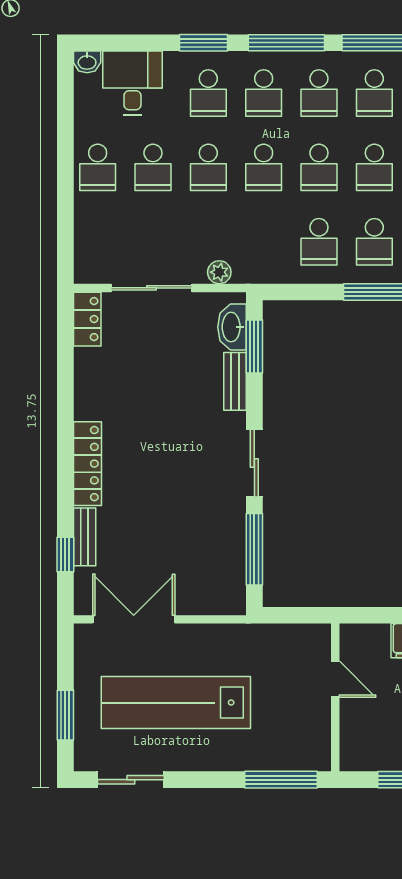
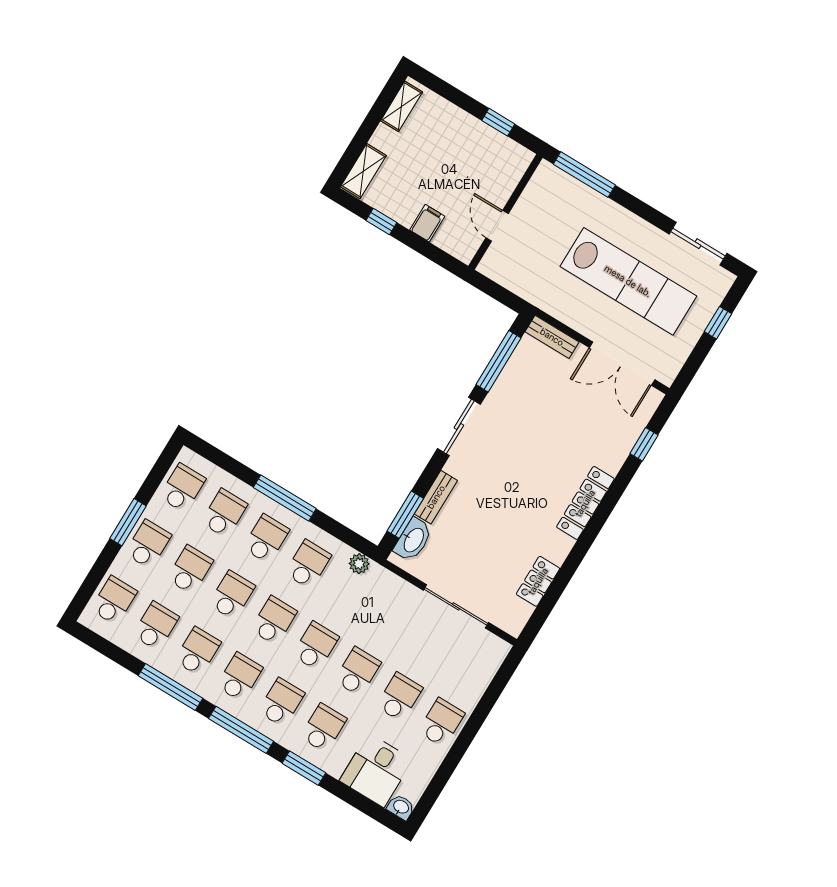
plant: (219, 272) -> (359, 564), moved
locker: (87, 319) -> (538, 581), moved
bench: (85, 537) -> (552, 337), moved, turned 90
window: (65, 715) -> (718, 323), width x0.67

